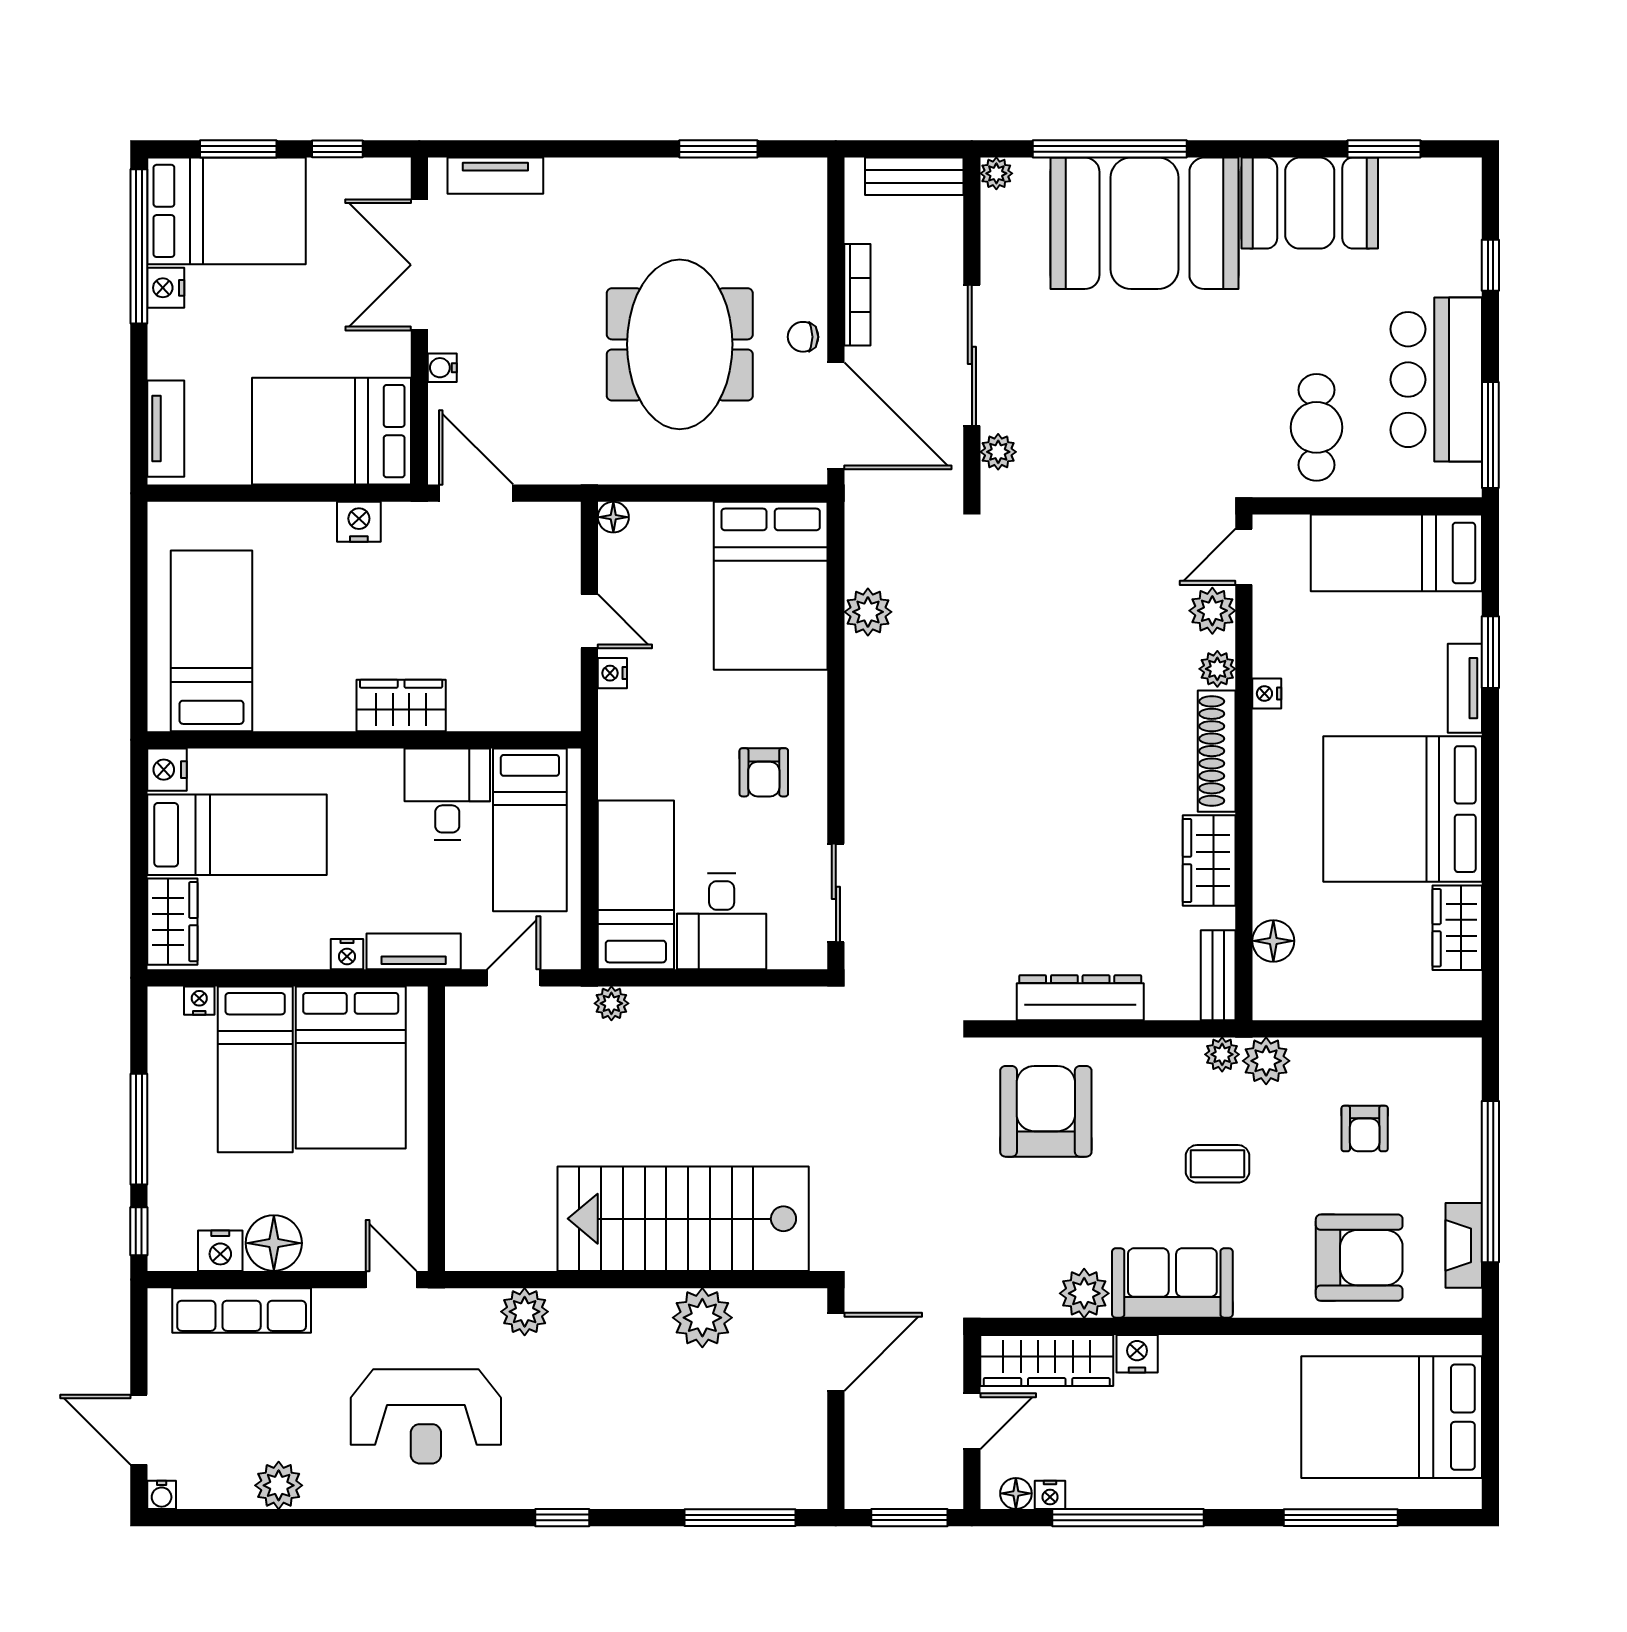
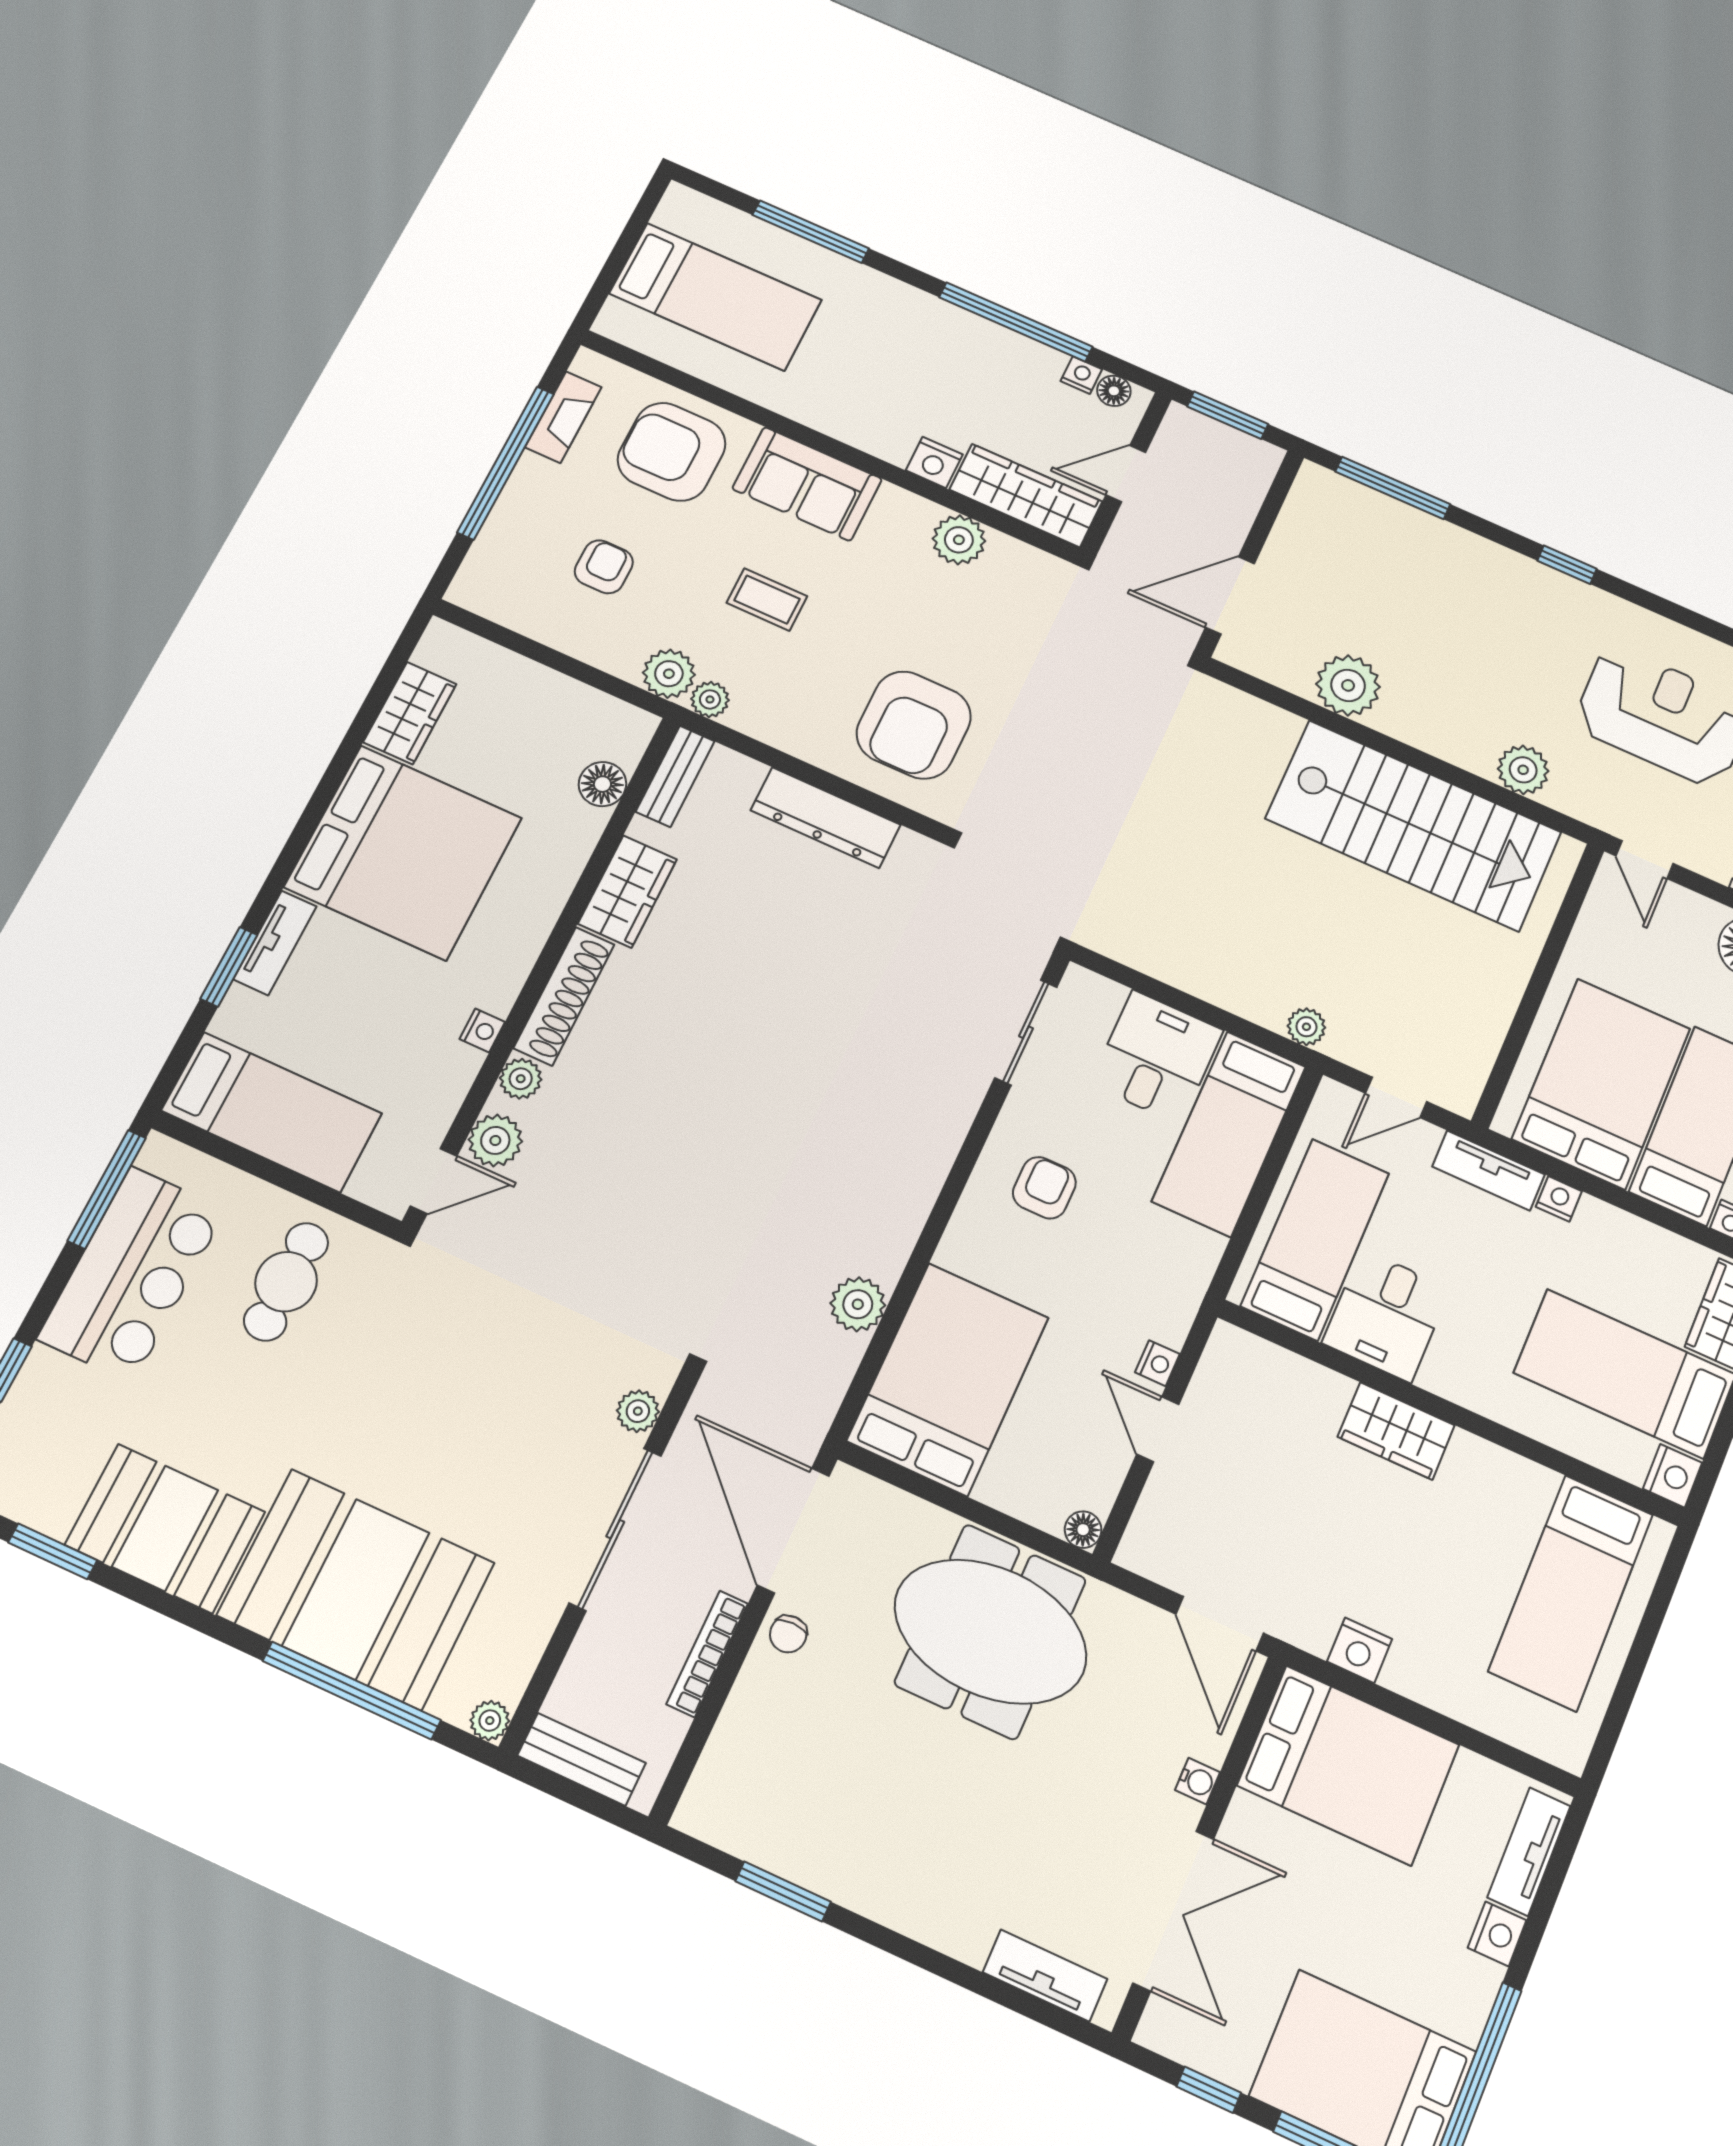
nightstand: (166, 288) -> (1497, 1934), moved
chair: (803, 337) -> (788, 1634), turned 90
meeting table: (680, 344) -> (991, 1631), moved, turned 90
stairs: (683, 1219) -> (1413, 825), moved
sofa: (1172, 1283) -> (807, 484), moved
bed: (1392, 1417) -> (716, 297), width x0.67

